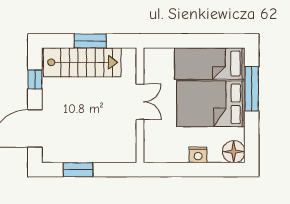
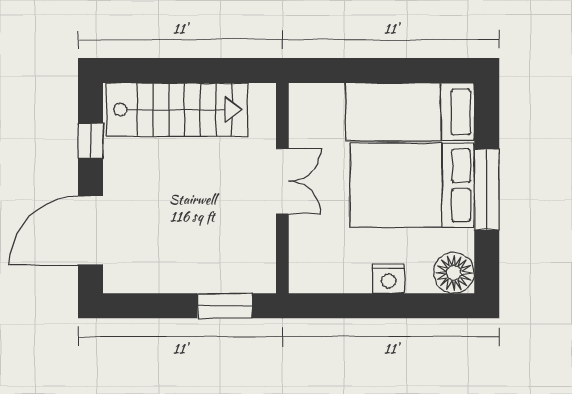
window: (90, 41) -> (192, 70), removed
window: (252, 89) -> (487, 189), moved
window: (78, 170) -> (225, 306), moved

